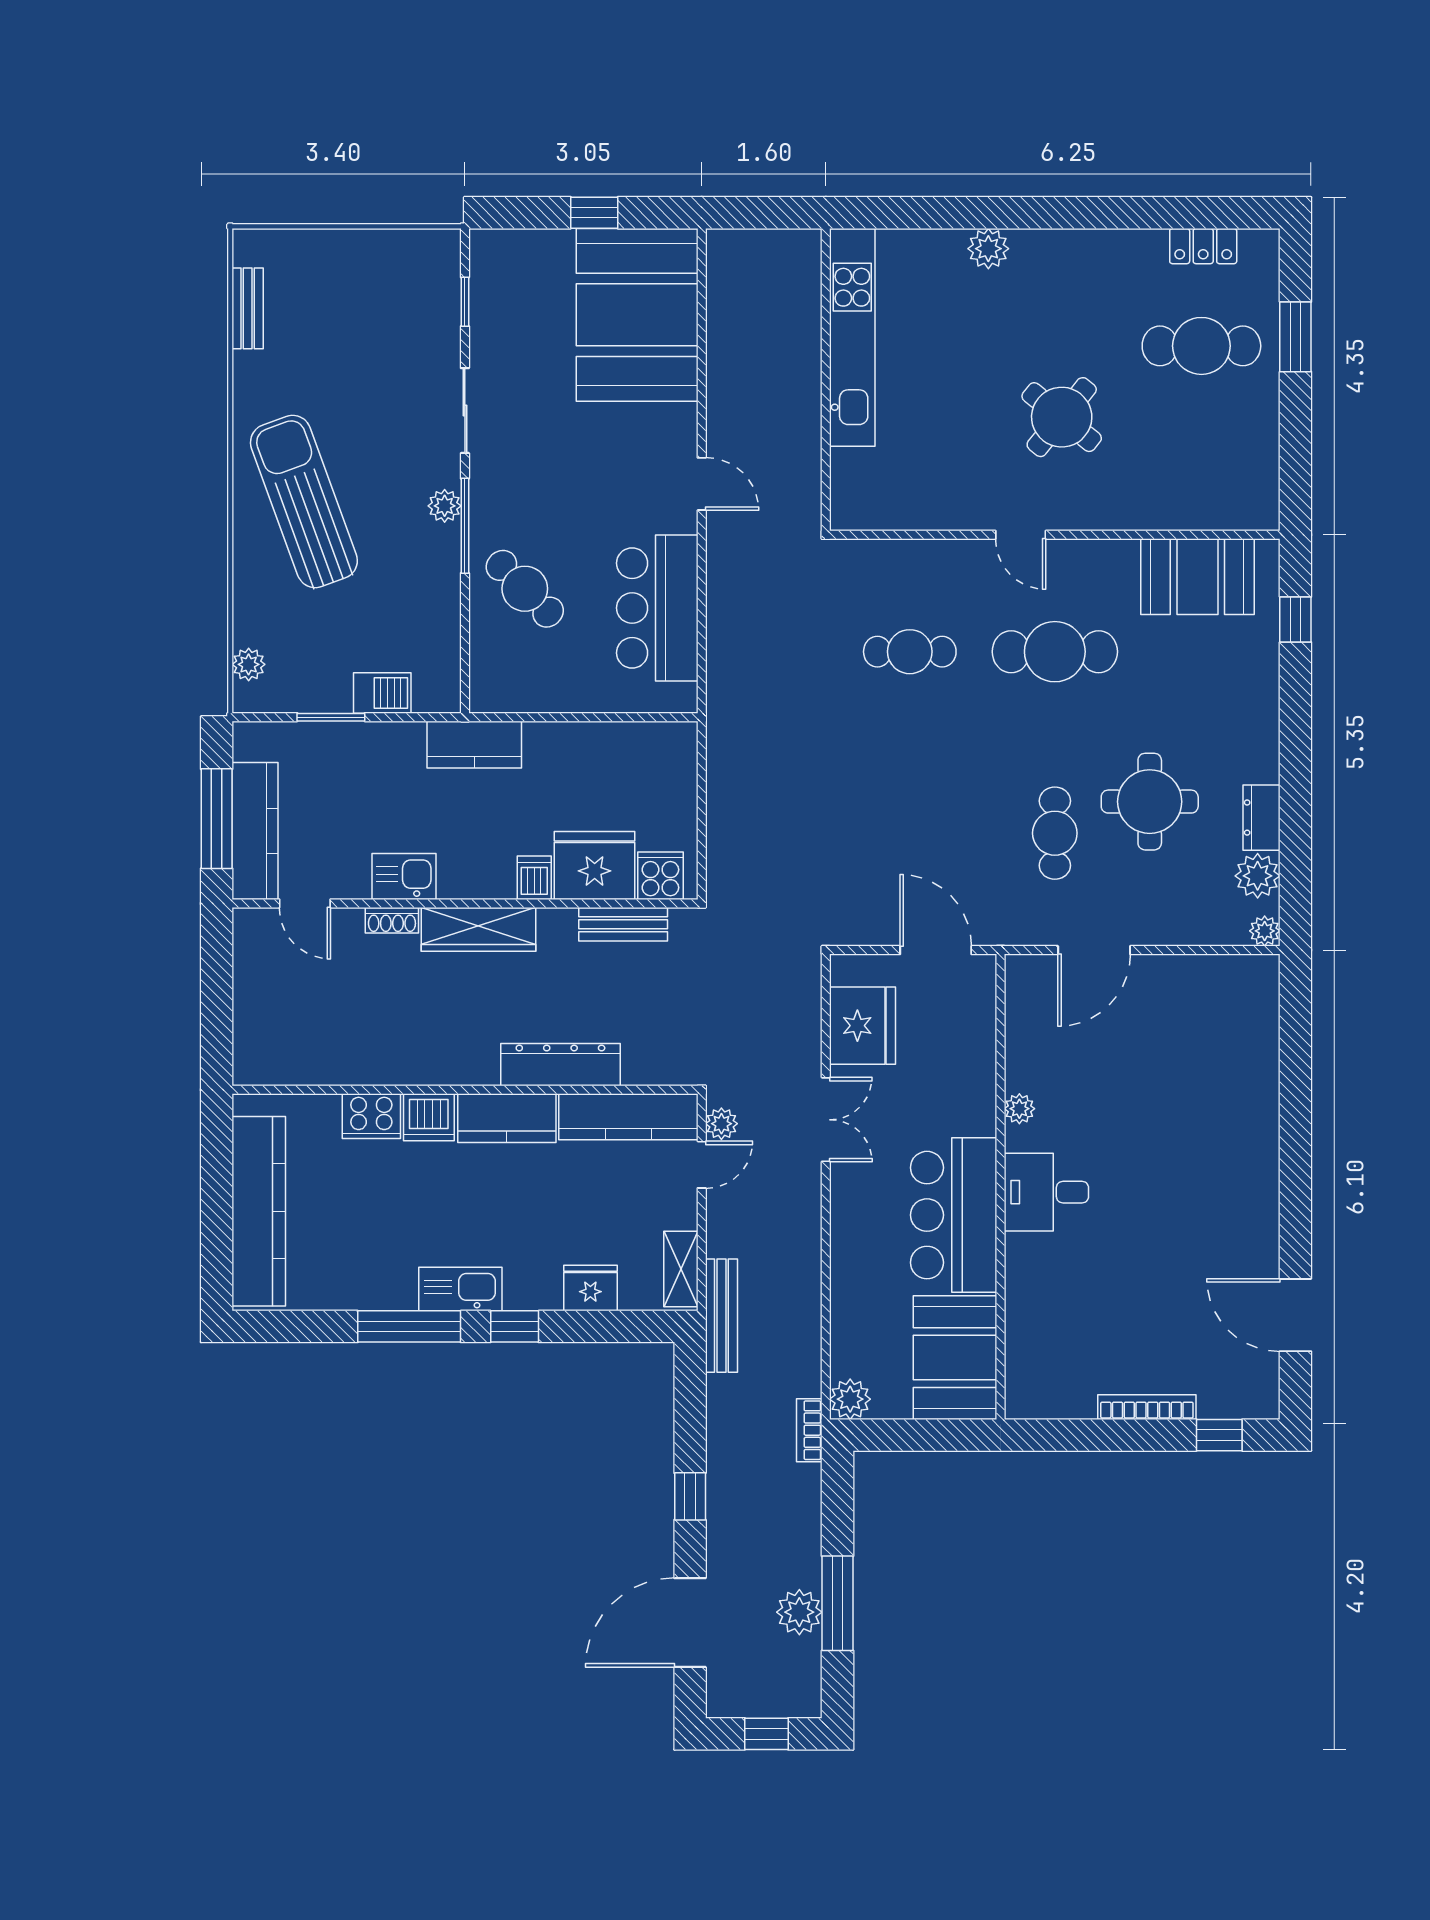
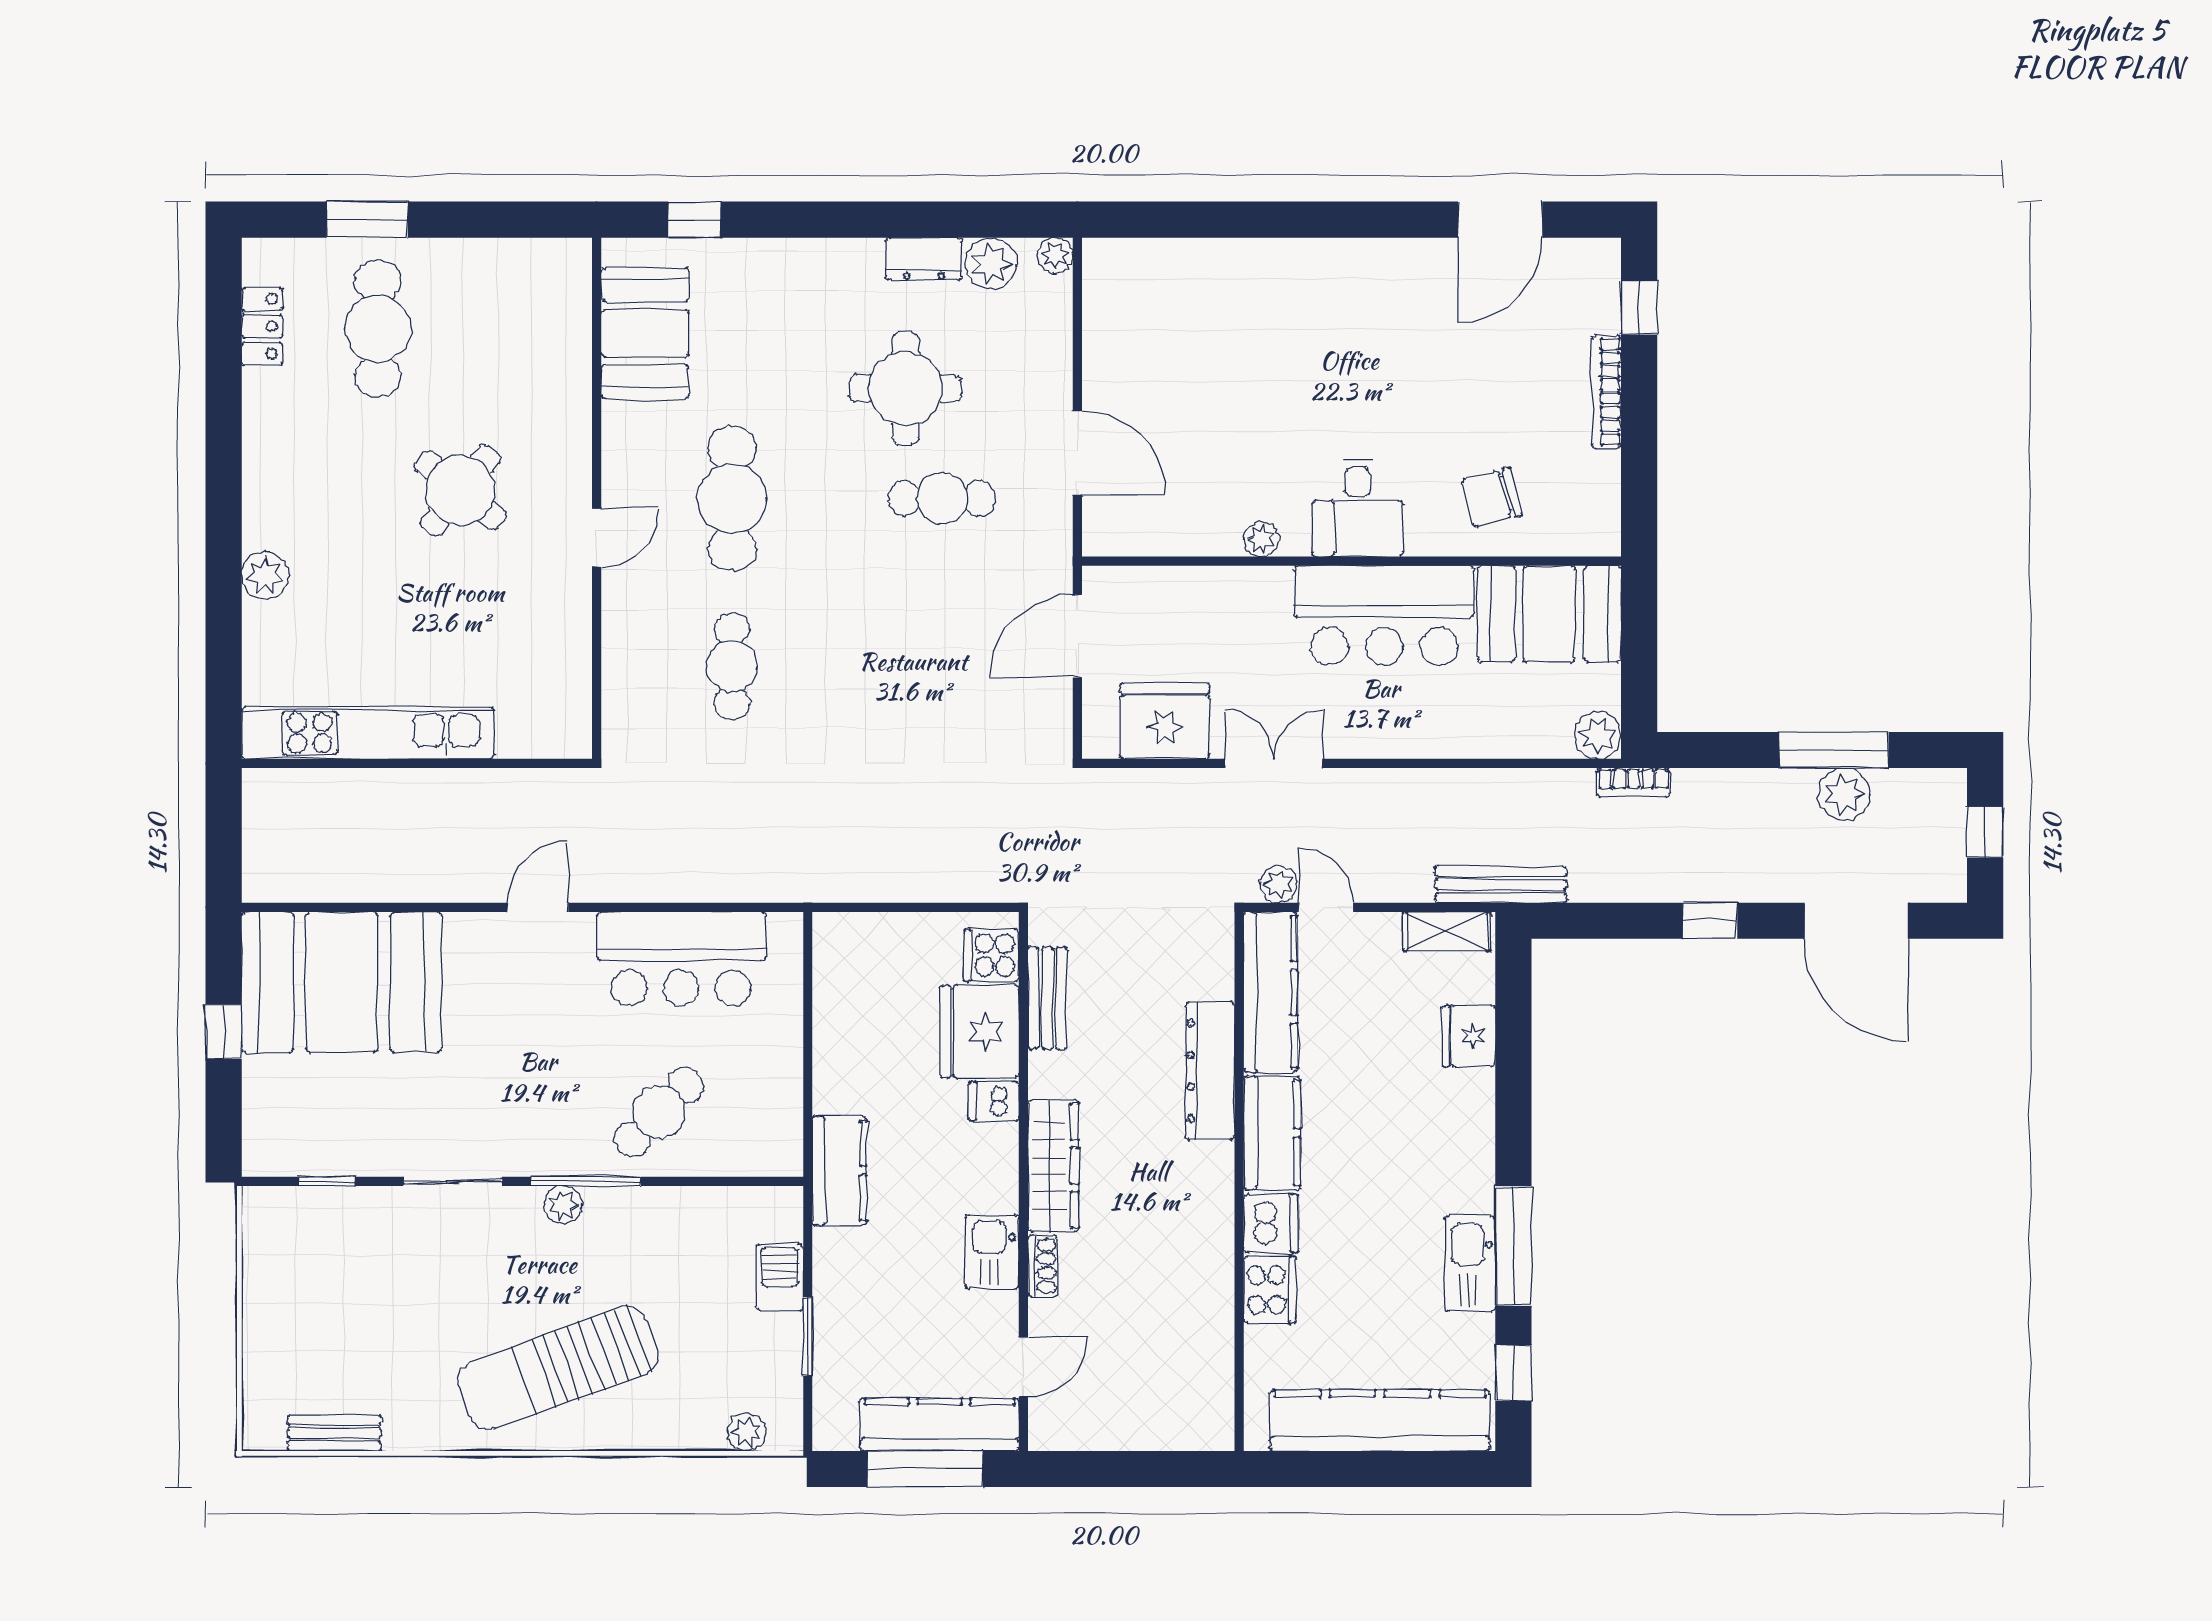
kitchen sink: (460, 1289) -> (1470, 1264), moved
chair: (1056, 1308) -> (1492, 497), added
window: (515, 1326) -> (1513, 1373), moved

